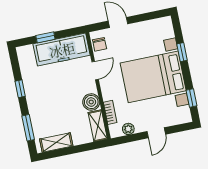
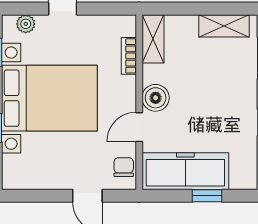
boiler: (91, 102) -> (156, 98), moved
plant: (128, 129) -> (26, 24), moved

